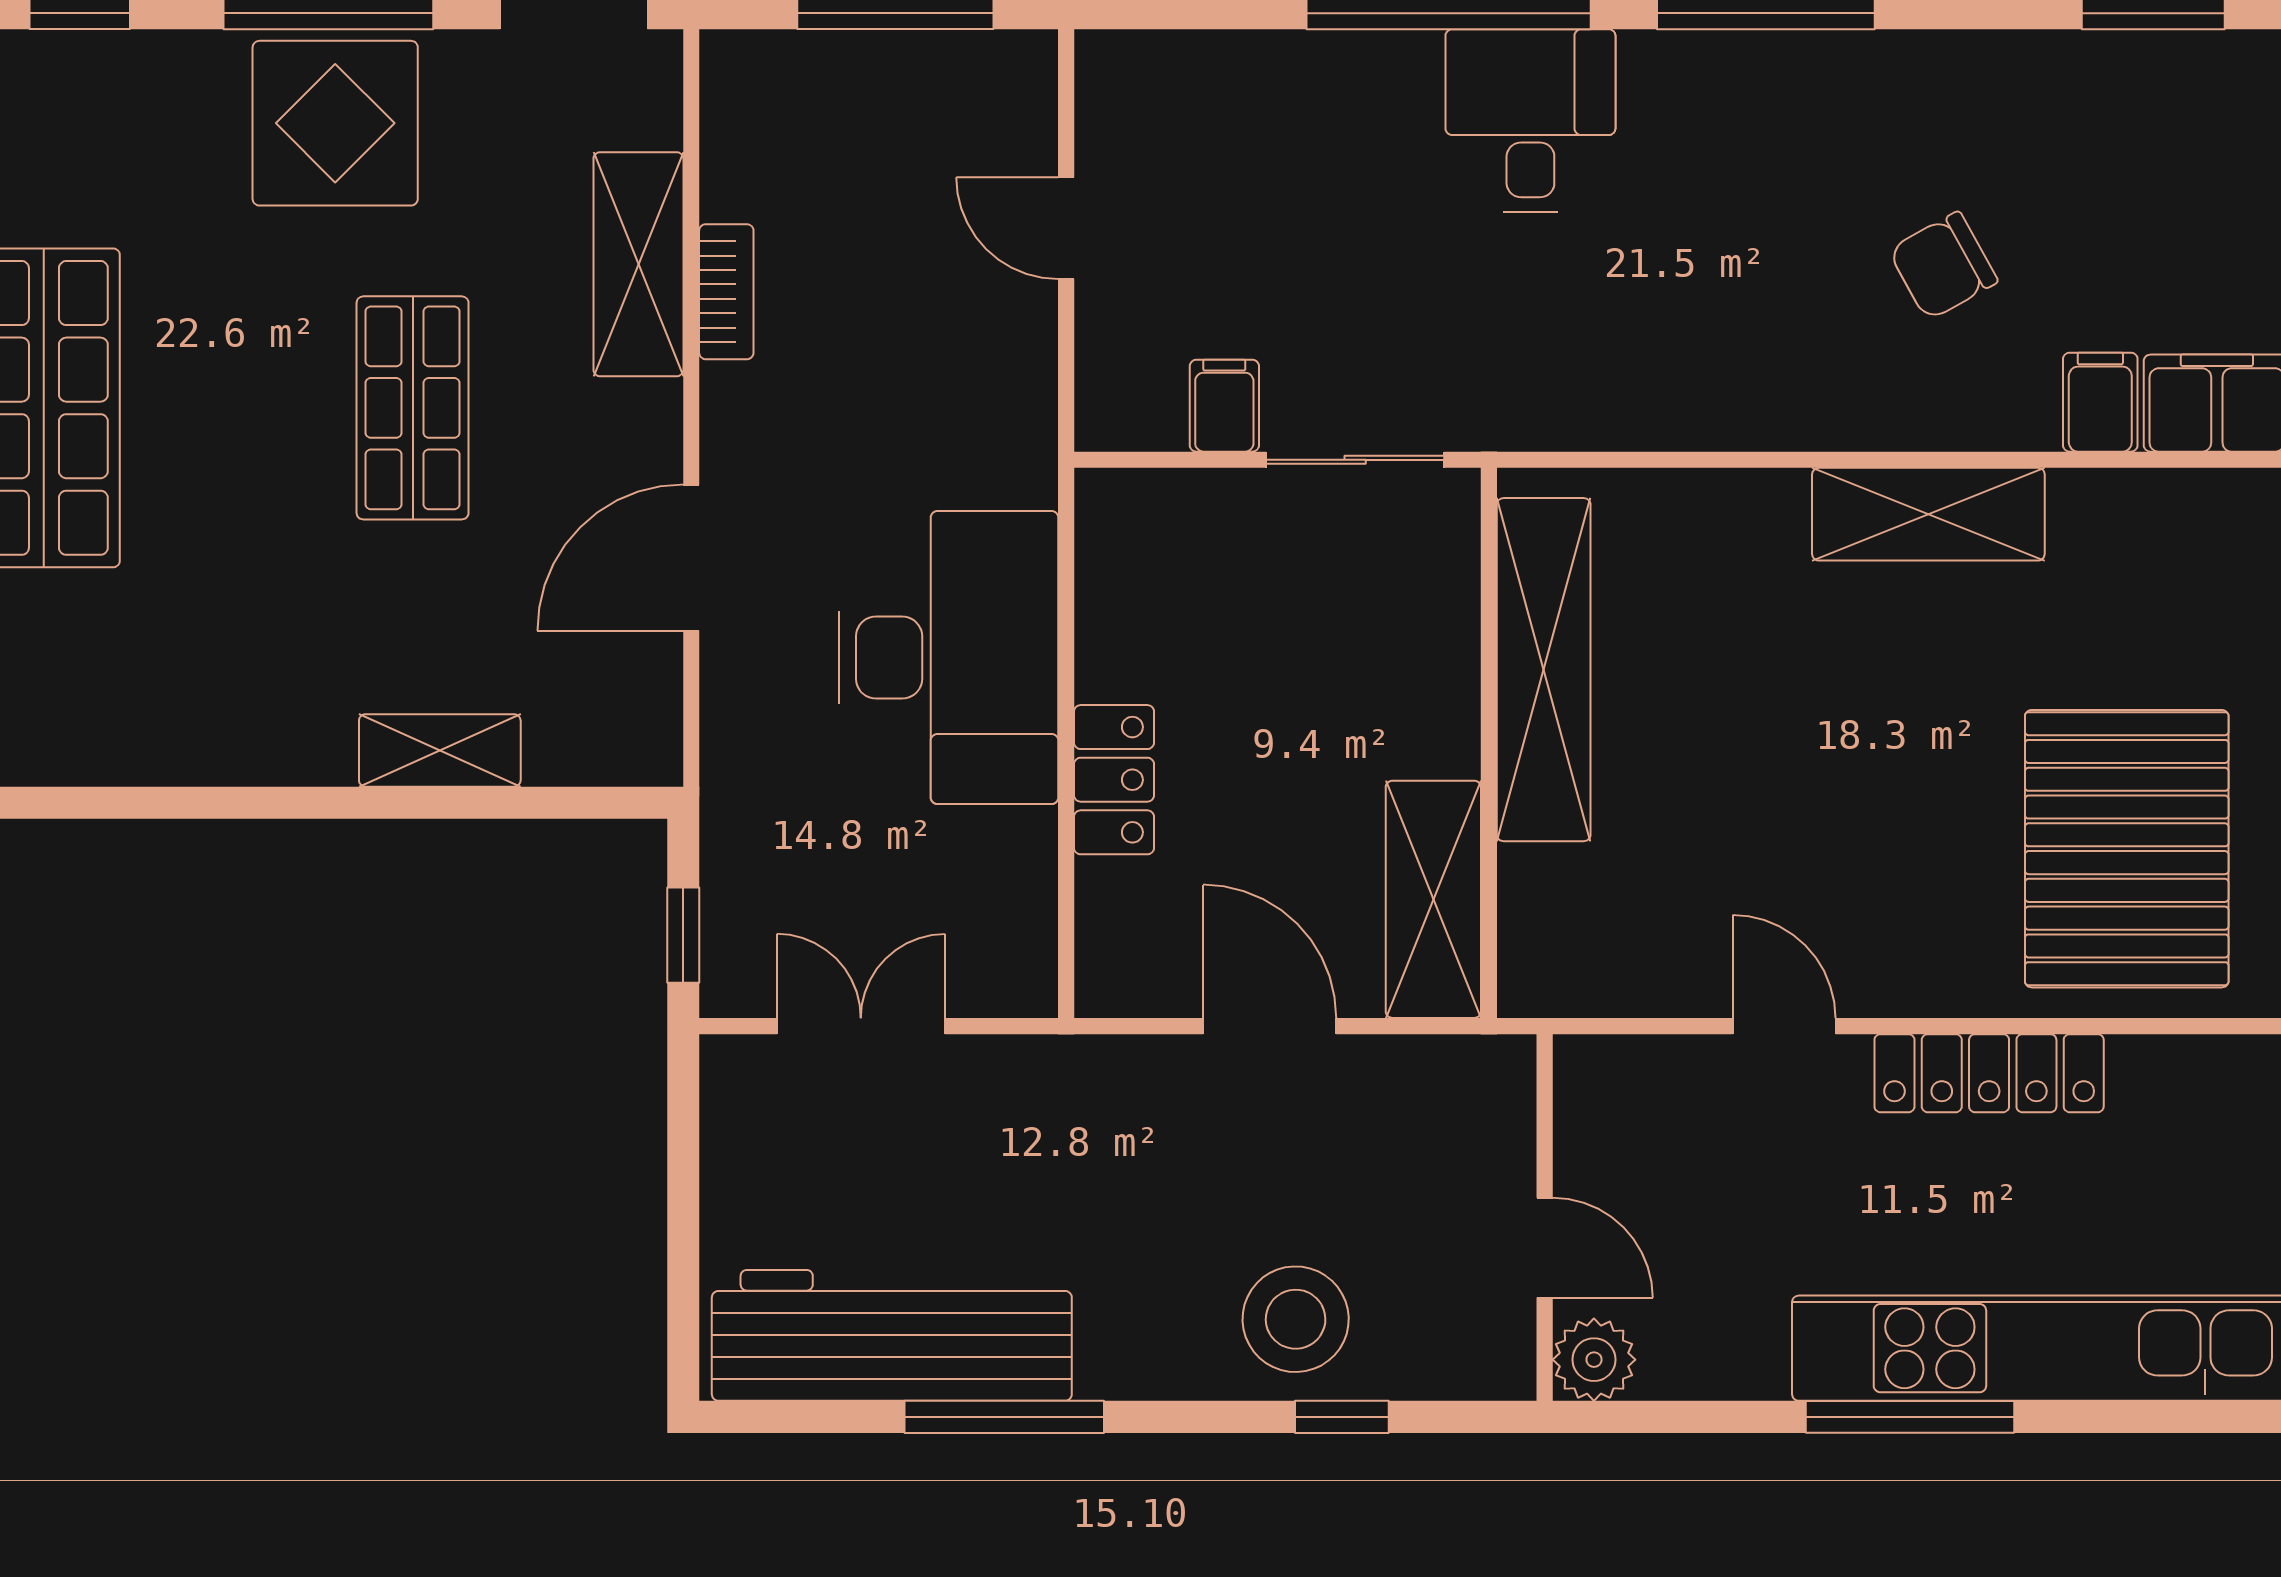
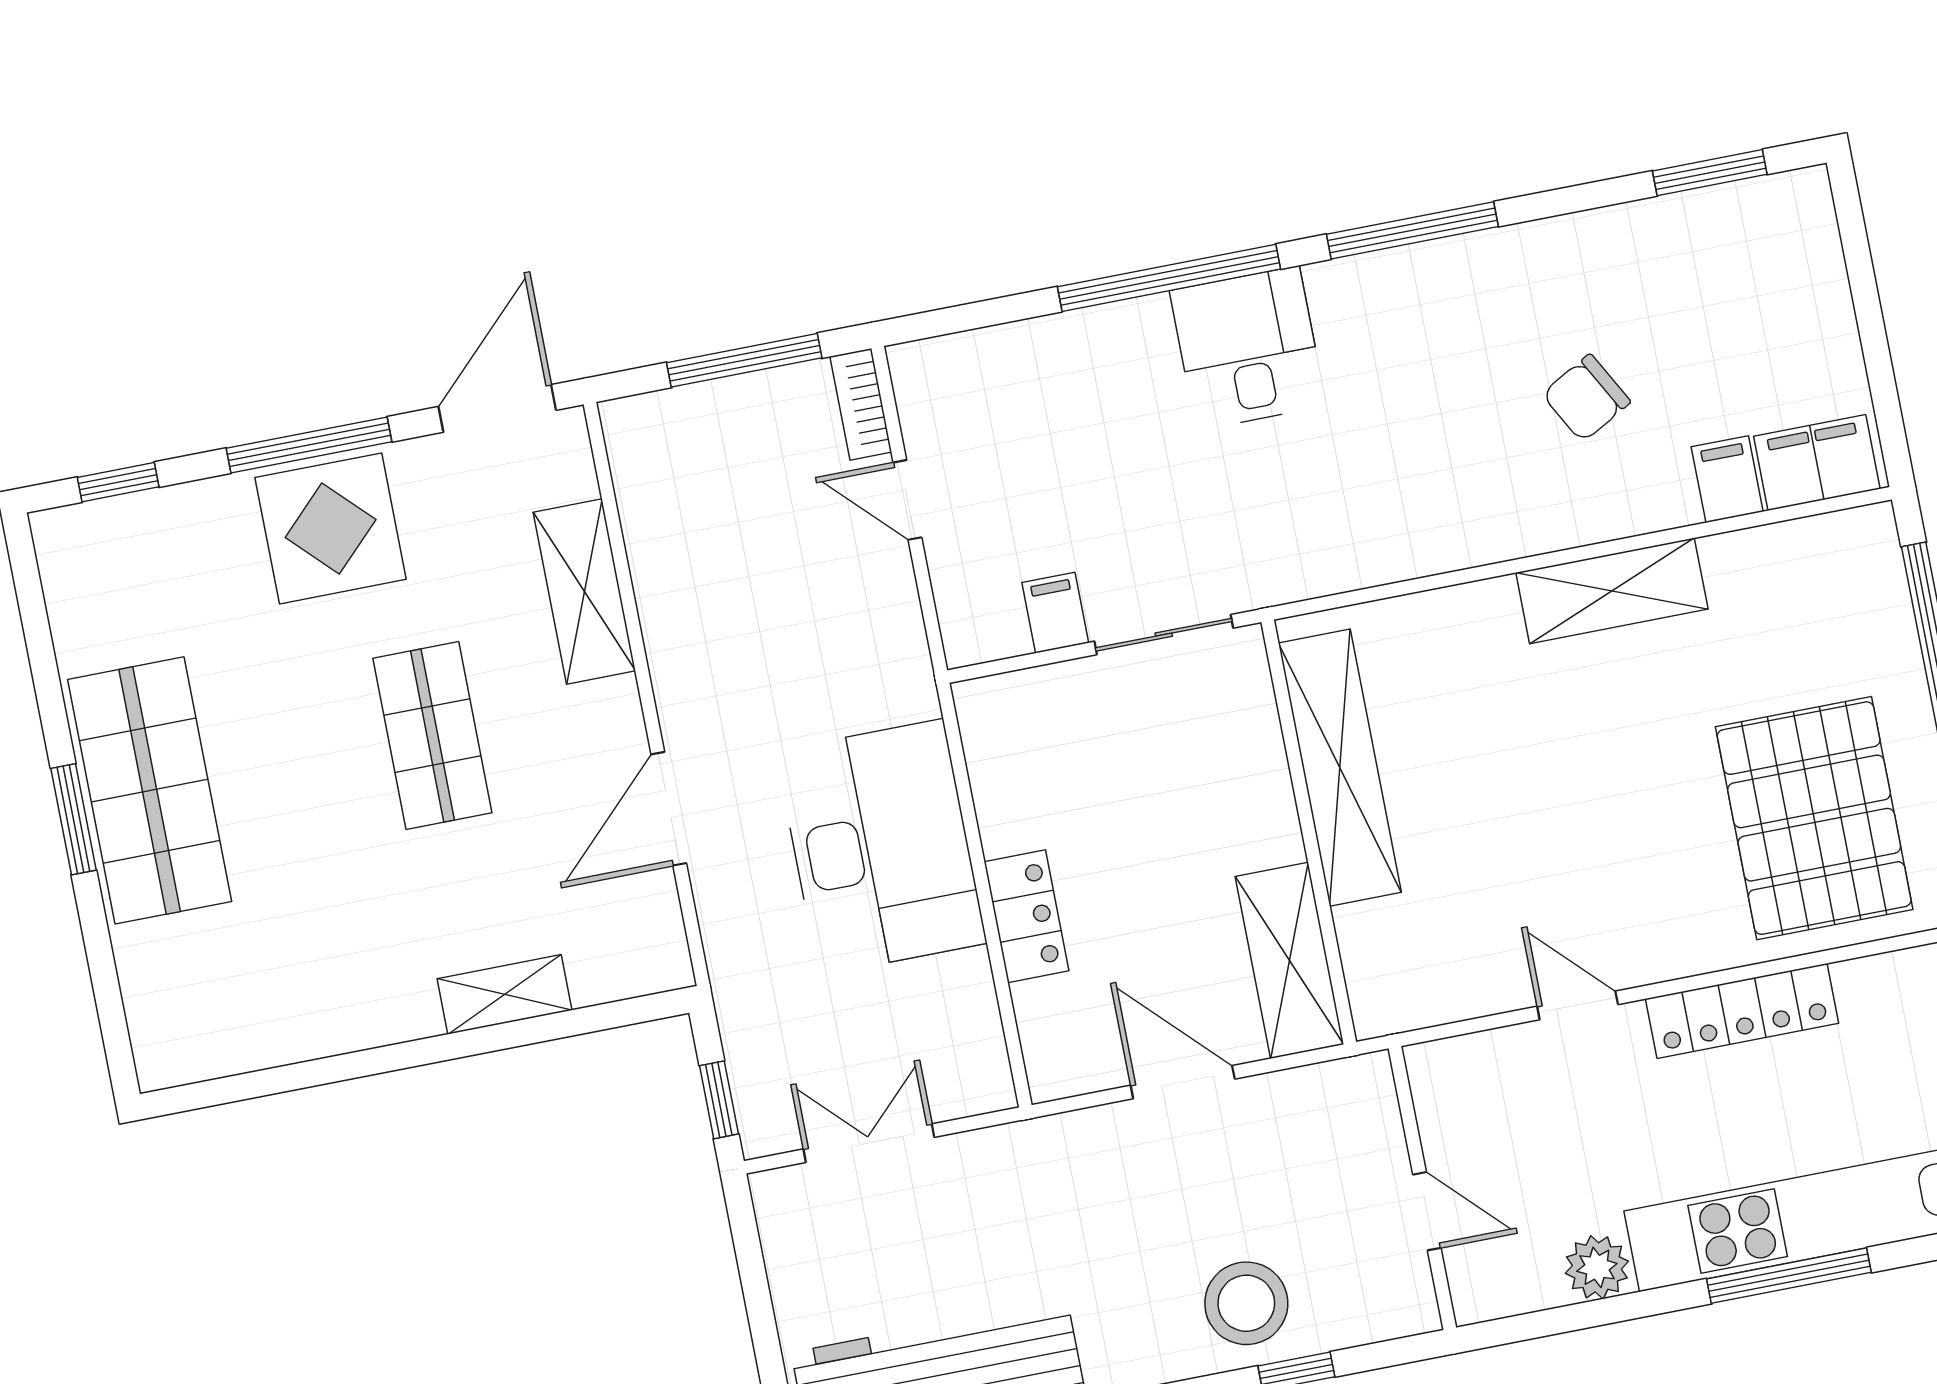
bookcase: (726, 292) -> (861, 404), moved, turned 180
plant: (1594, 1360) -> (1597, 1267), moved
window: (1910, 1417) -> (1789, 1276), moved

